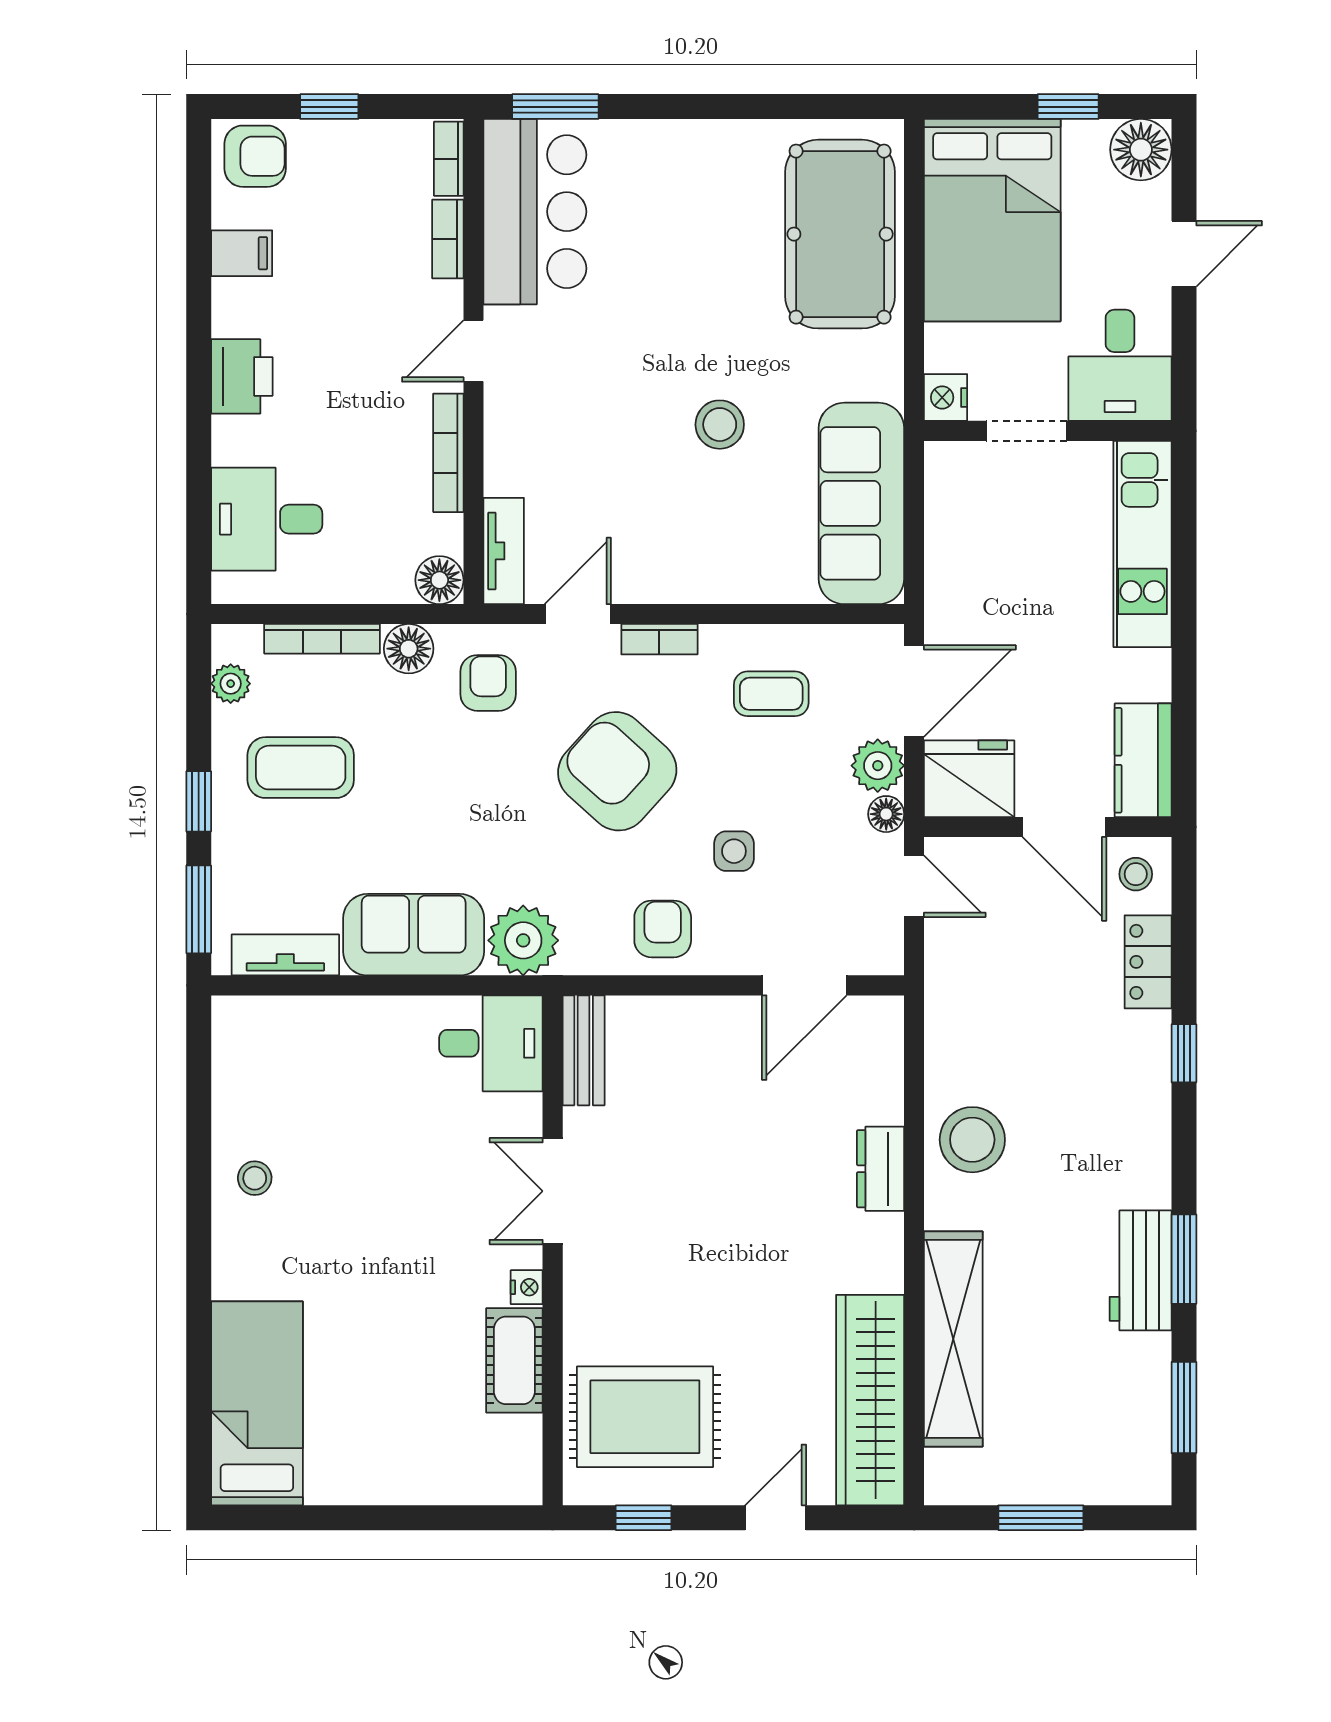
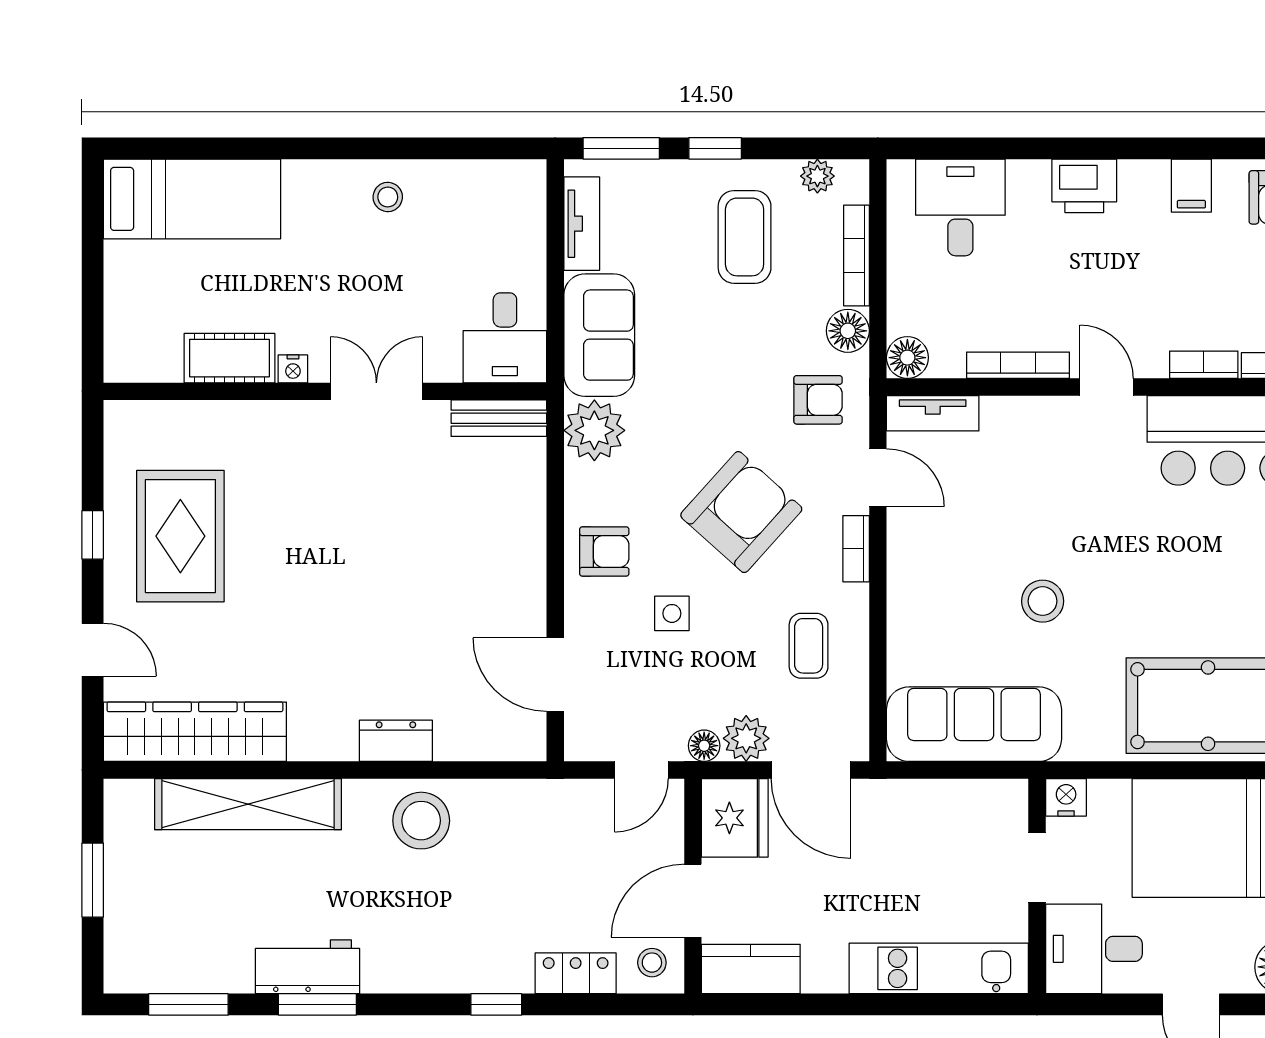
desk: (491, 1043) -> (505, 338), moved
bench: (584, 1050) -> (499, 418), moved
double door: (553, 1191) -> (376, 391), moved
wall: (553, 1250) -> (325, 391), moved
nightstand: (527, 1287) -> (293, 369), moved
cot: (514, 1360) -> (229, 358), moved

